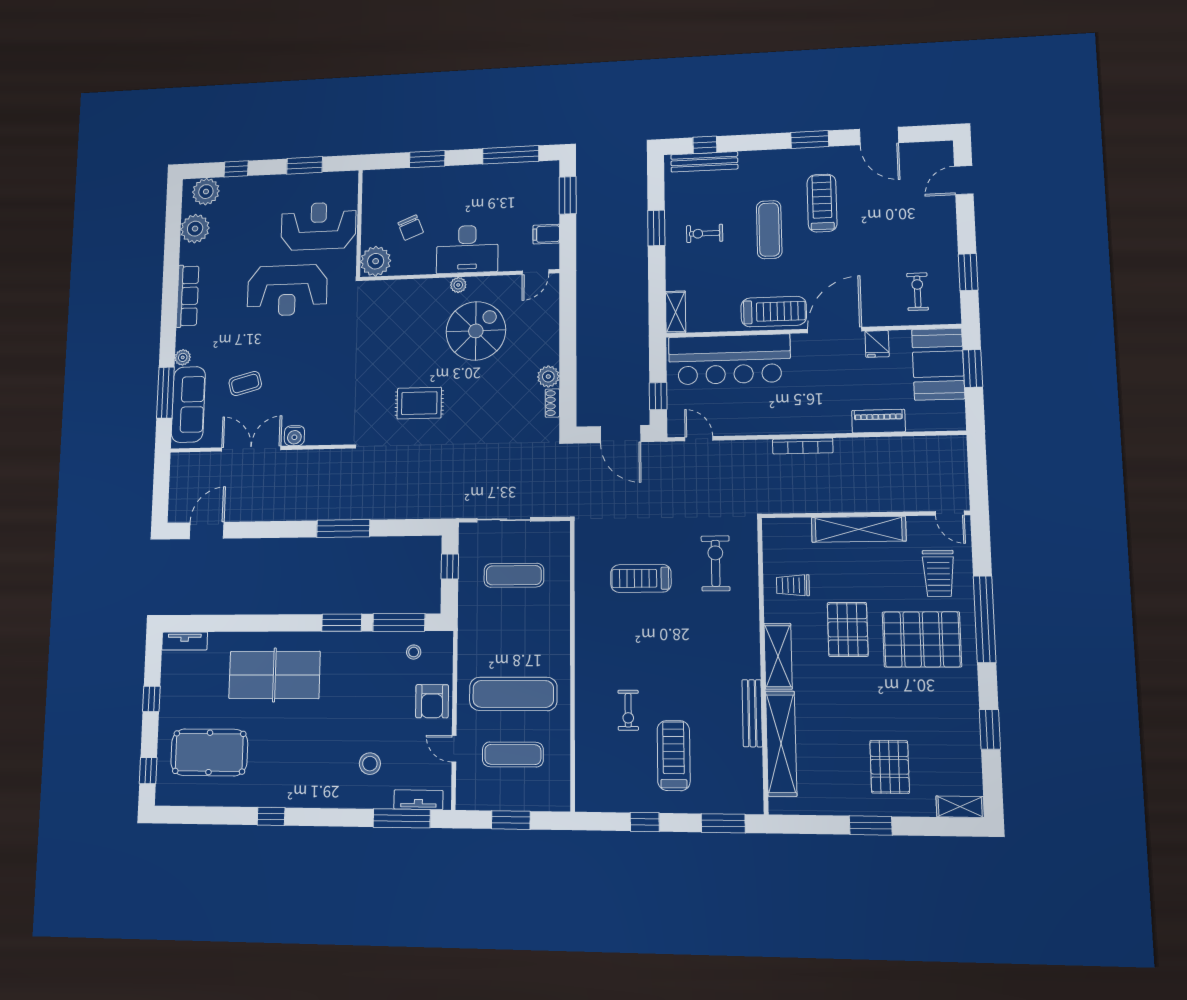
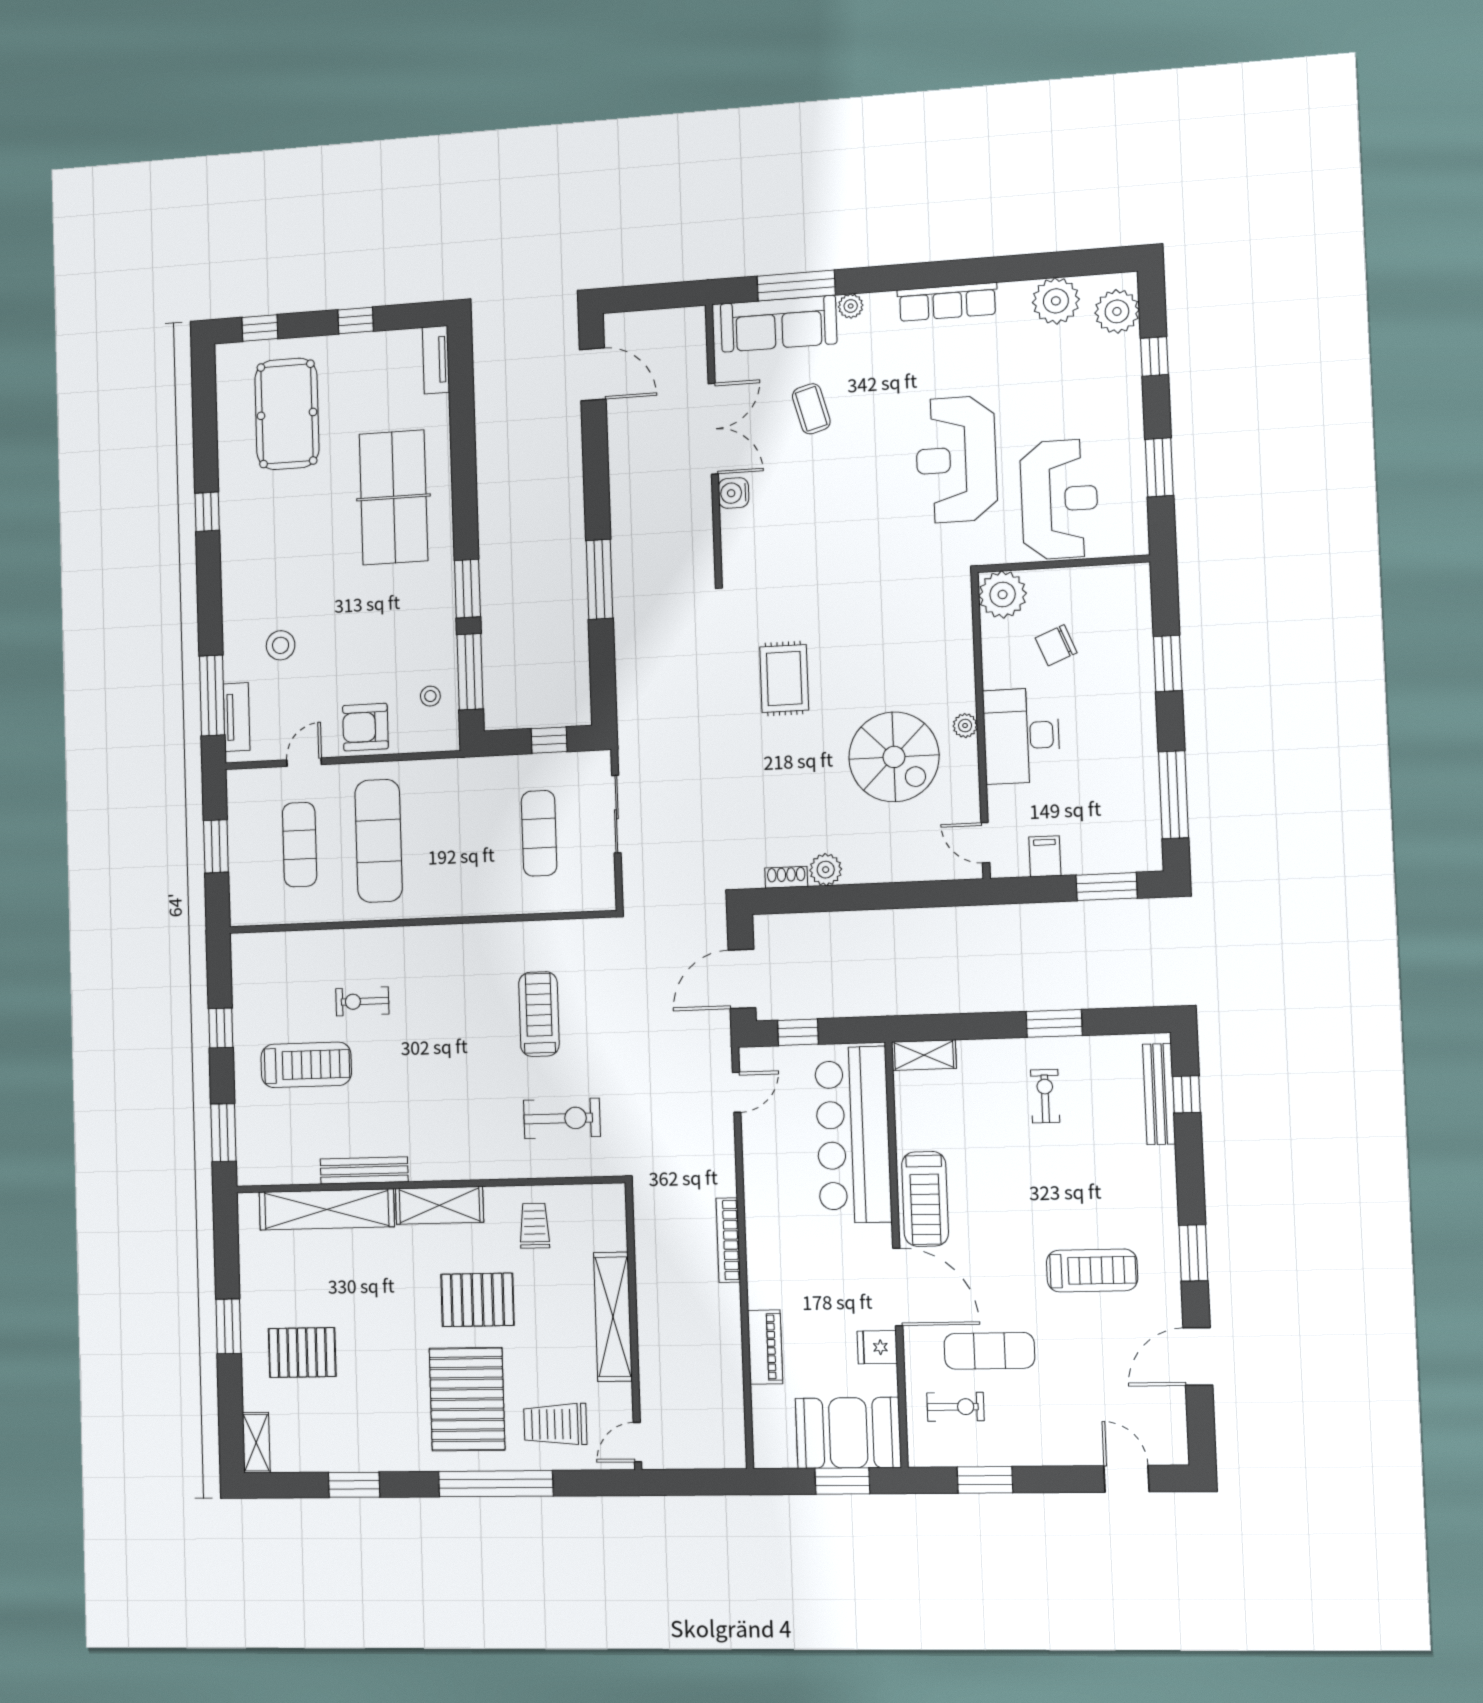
exercise mat: (769, 230) -> (989, 1351), moved

